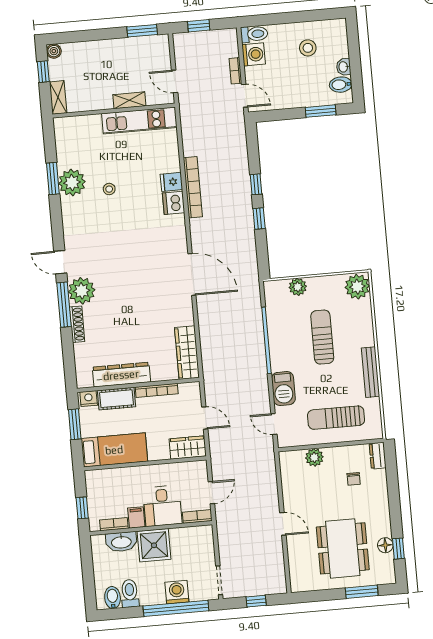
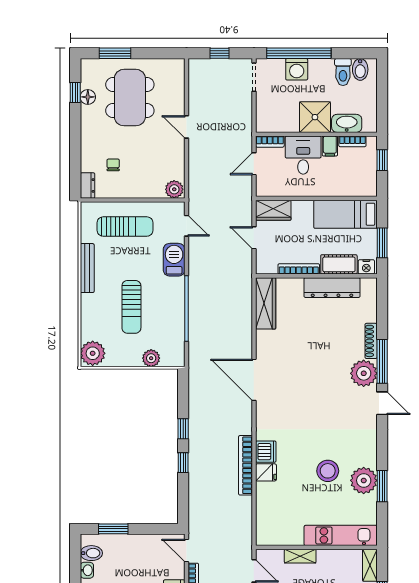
kitchen unit: (139, 121) -> (341, 535), moved
stool: (109, 189) -> (328, 471), width x1.89, depth x1.89
plant: (314, 457) -> (174, 189), moved

